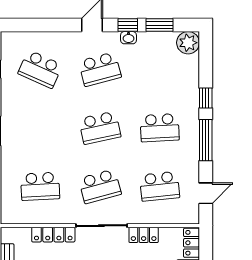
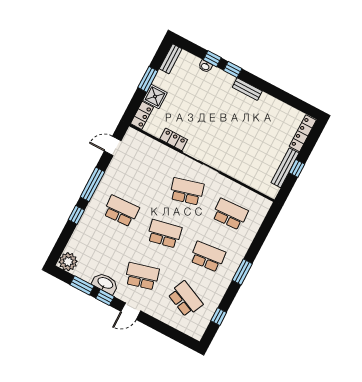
washbasin: (129, 38) -> (105, 283), width x1.91, depth x1.45
school desk: (160, 186) -> (208, 257), moved
locker: (53, 235) -> (239, 174), removed

